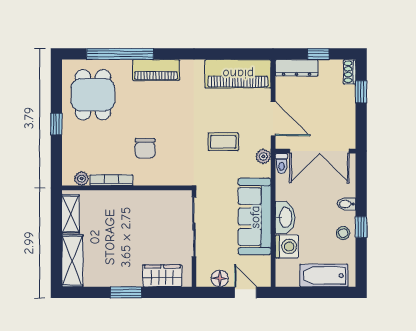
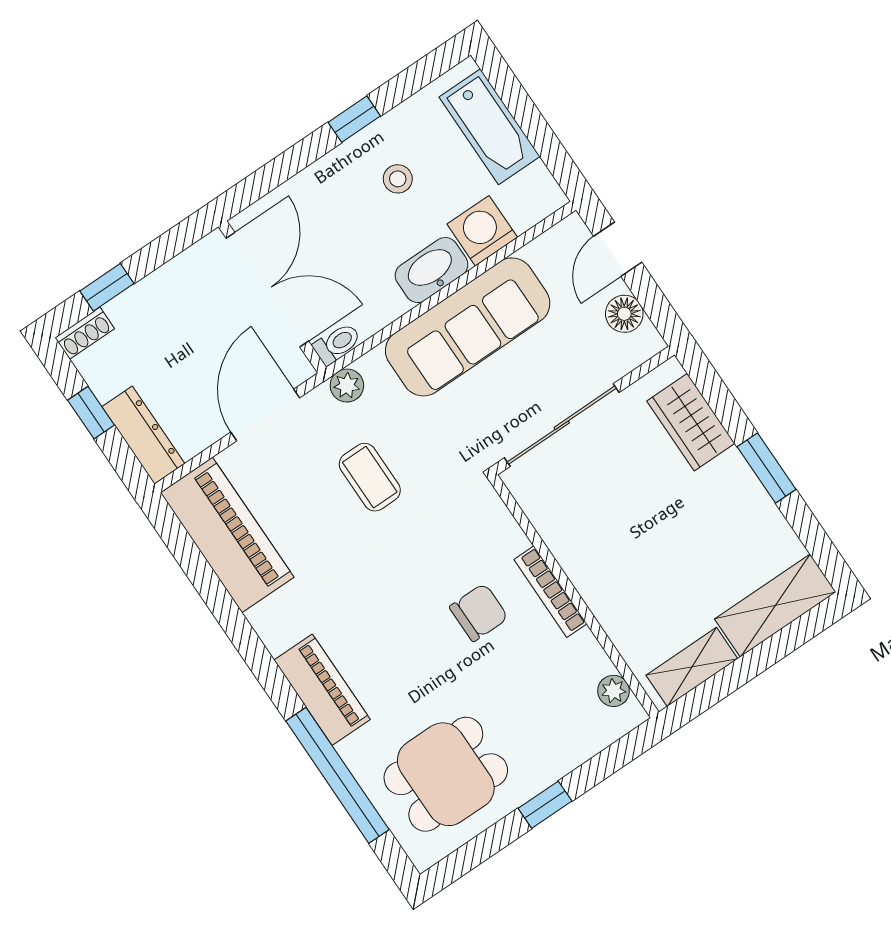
bookcase: (111, 180) -> (550, 592), moved
bidet: (346, 204) -> (330, 175), removed
stool: (343, 233) -> (398, 179), moved

